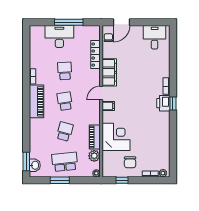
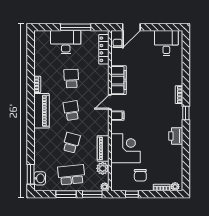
locker: (95, 55) -> (104, 49), moved
printer: (163, 103) -> (176, 136), moved
window: (85, 180) -> (92, 194), added

